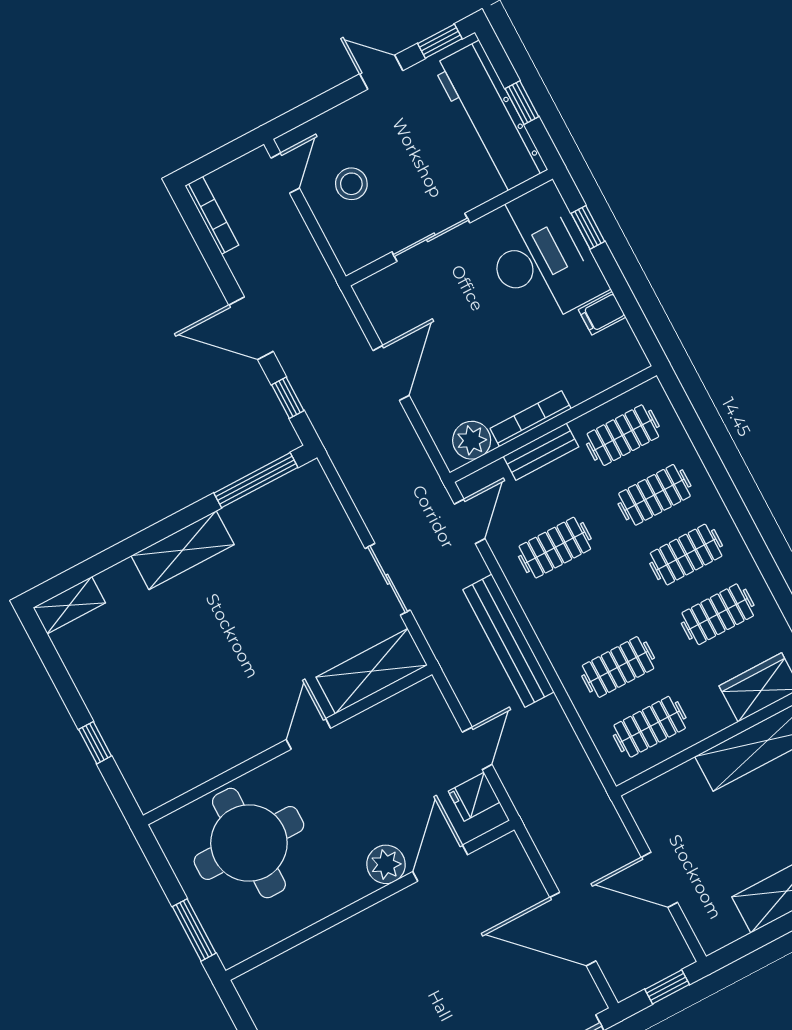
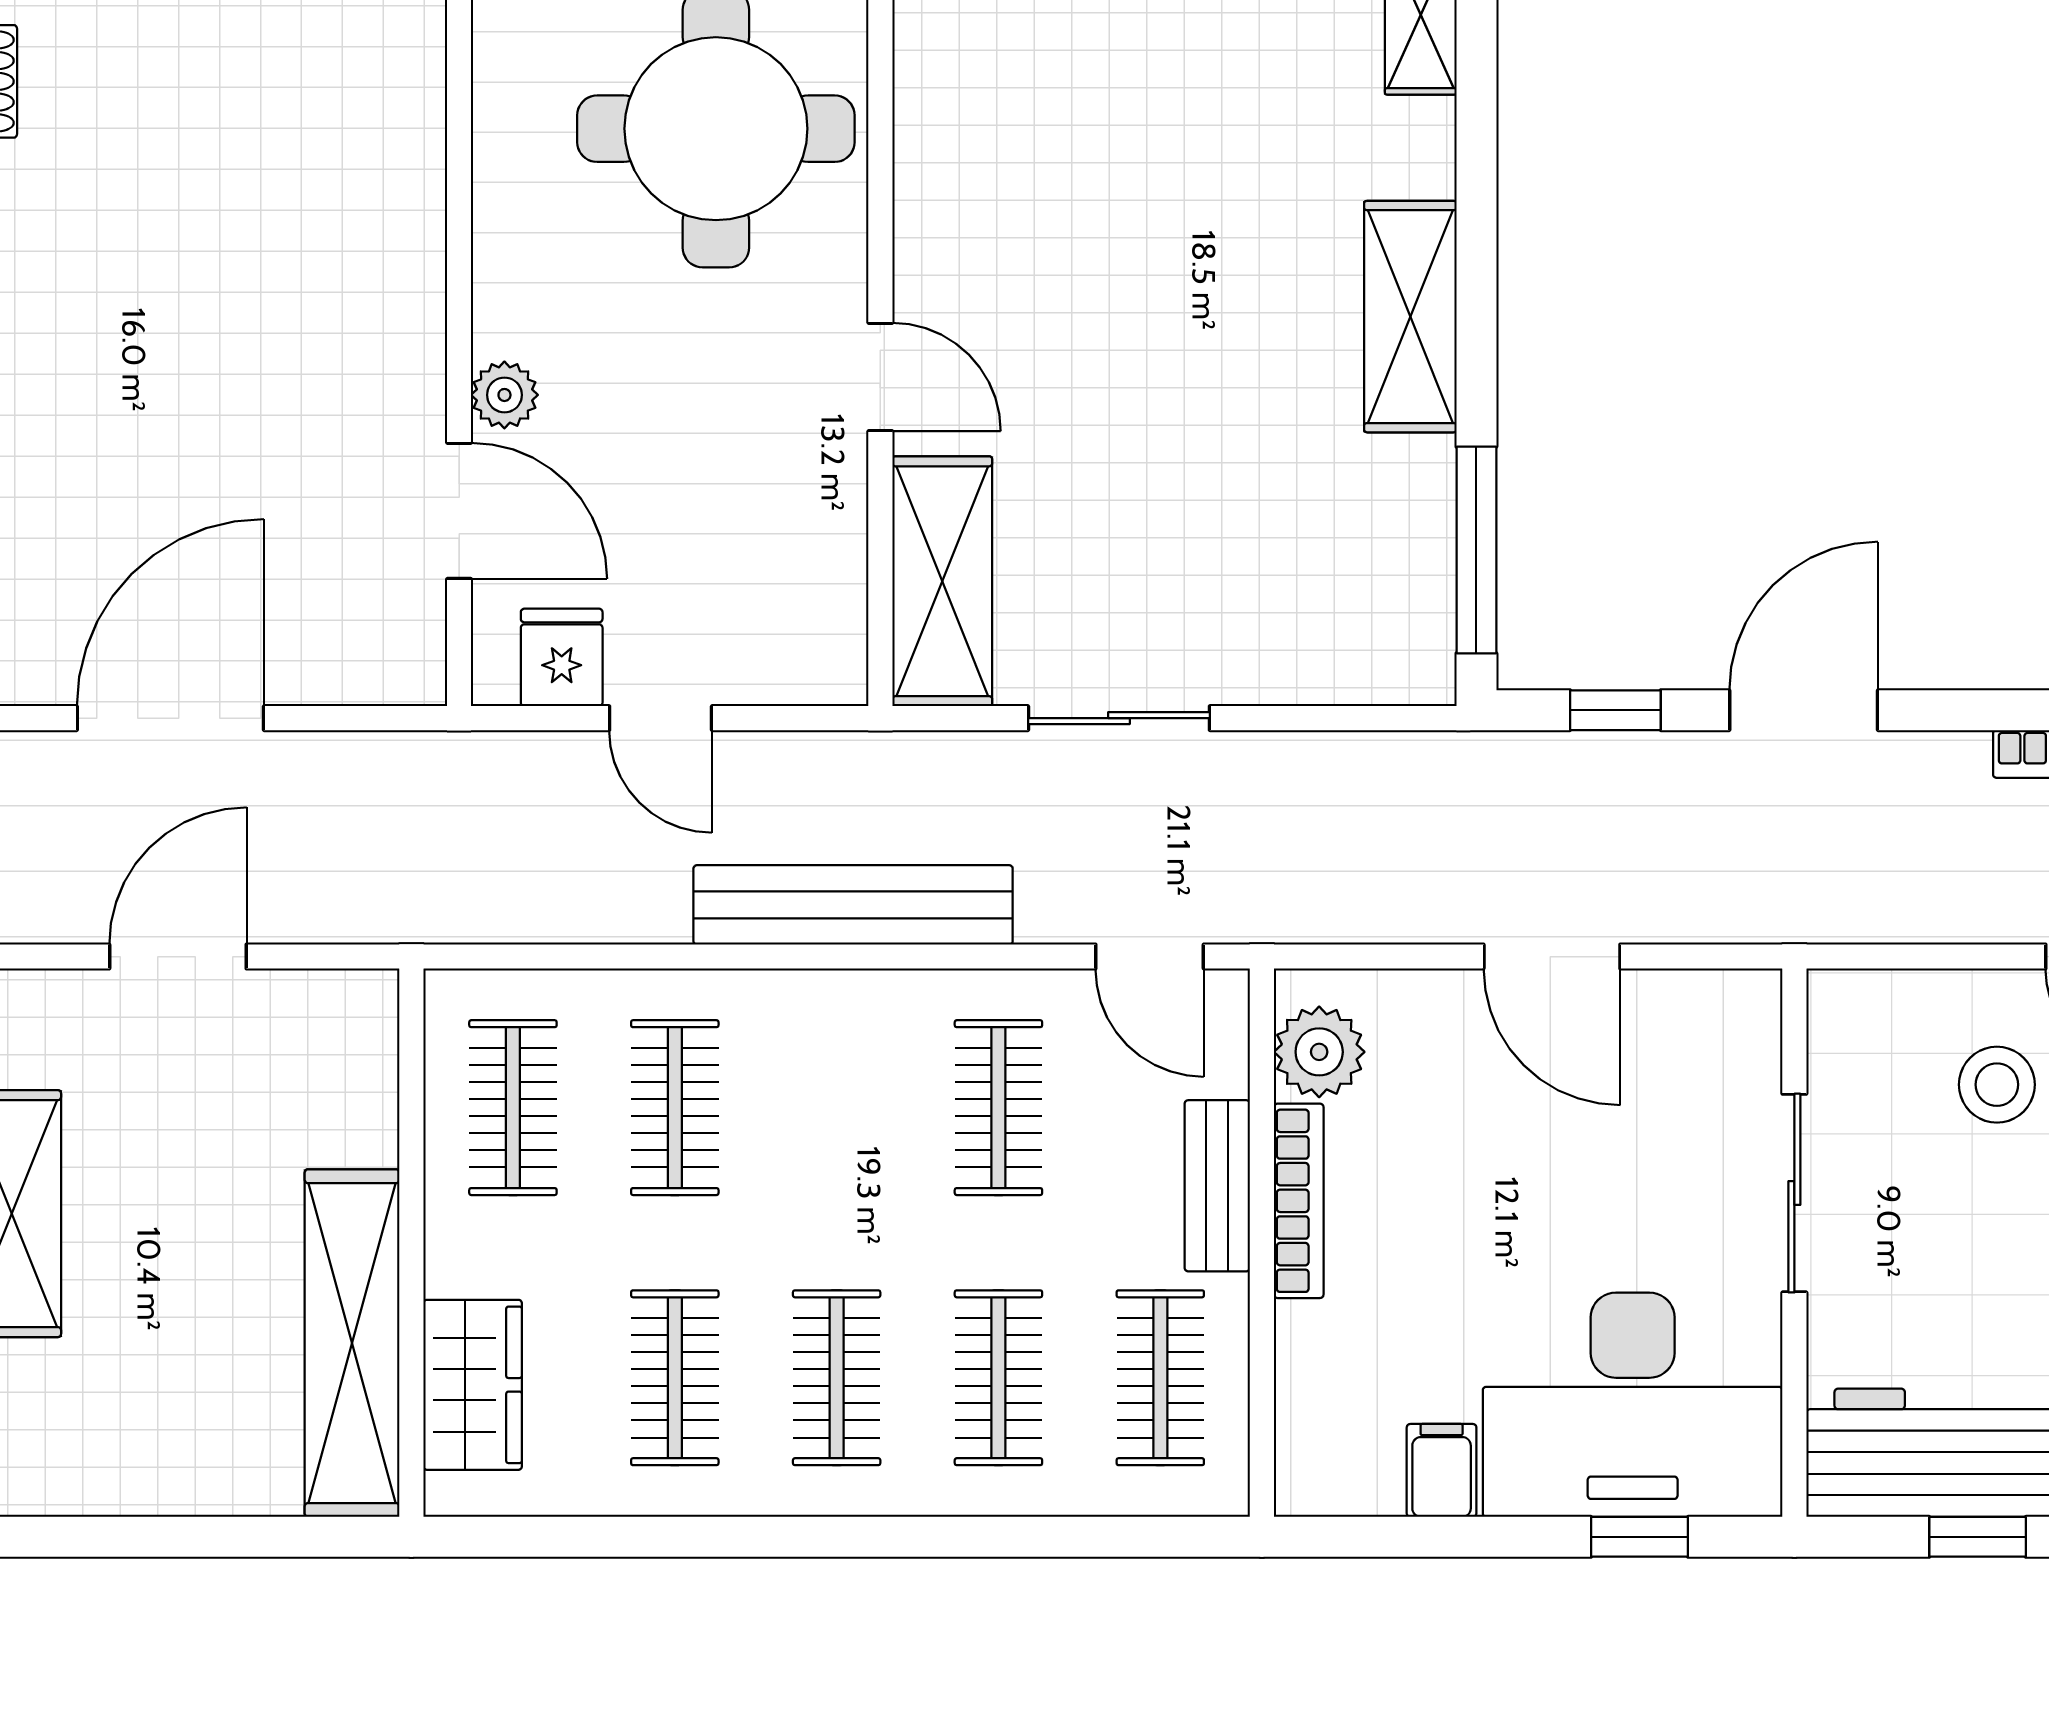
plant: (386, 864) -> (504, 395), width x0.73, depth x0.73

